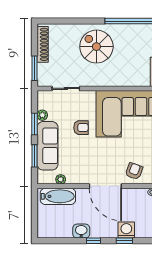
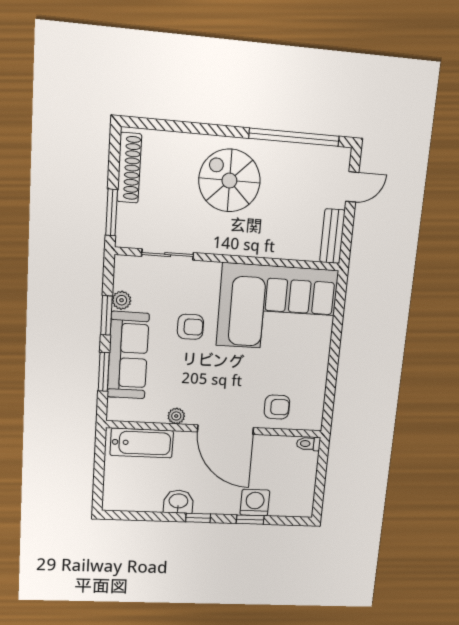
armchair: (134, 171) -> (277, 407), turned 70
plant: (61, 179) -> (176, 416), moved

